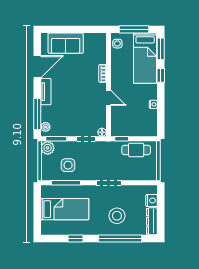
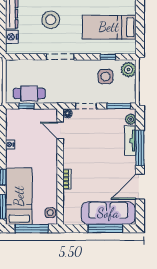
window: (68, 29) -> (105, 228), added
sofa: (66, 43) -> (108, 213), width x1.36
tv unit: (46, 92) -> (130, 141), moved
door: (109, 98) -> (60, 131), moved
window: (37, 114) -> (140, 148), moved
window: (122, 139) -> (26, 106), moved
plant: (48, 148) -> (128, 70), moved
window: (66, 183) -> (108, 57), width x0.46

